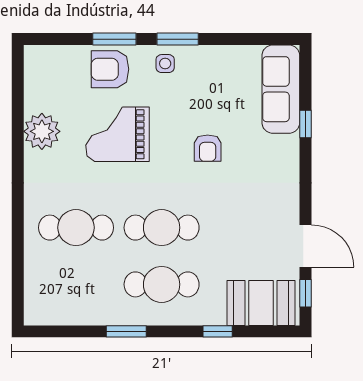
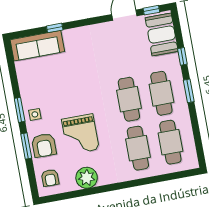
armchair: (208, 148) -> (50, 178), moved, turned 90
cafe table: (76, 284) -> (170, 142), added
window: (126, 331) -> (189, 91), moved

